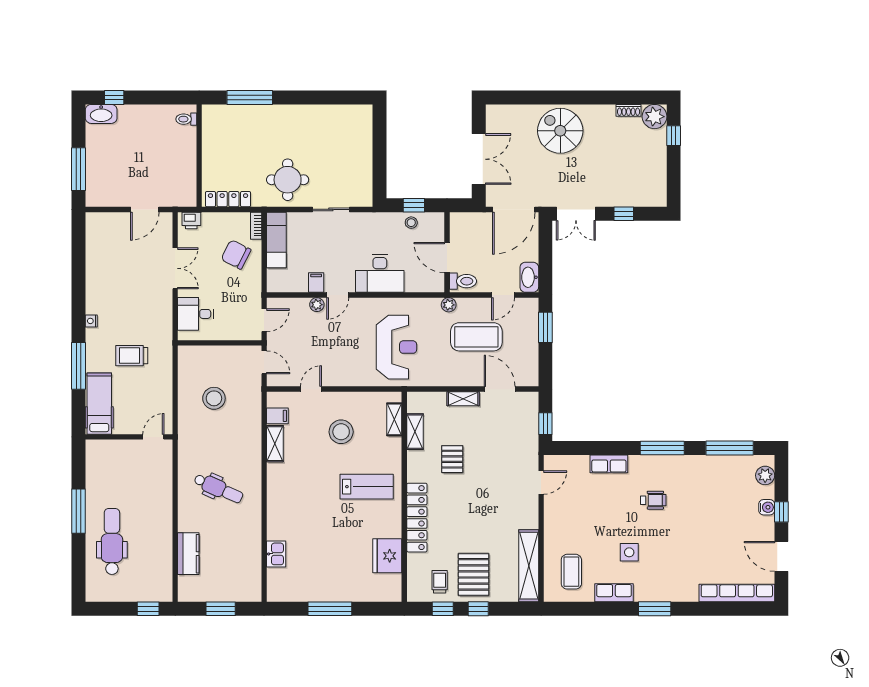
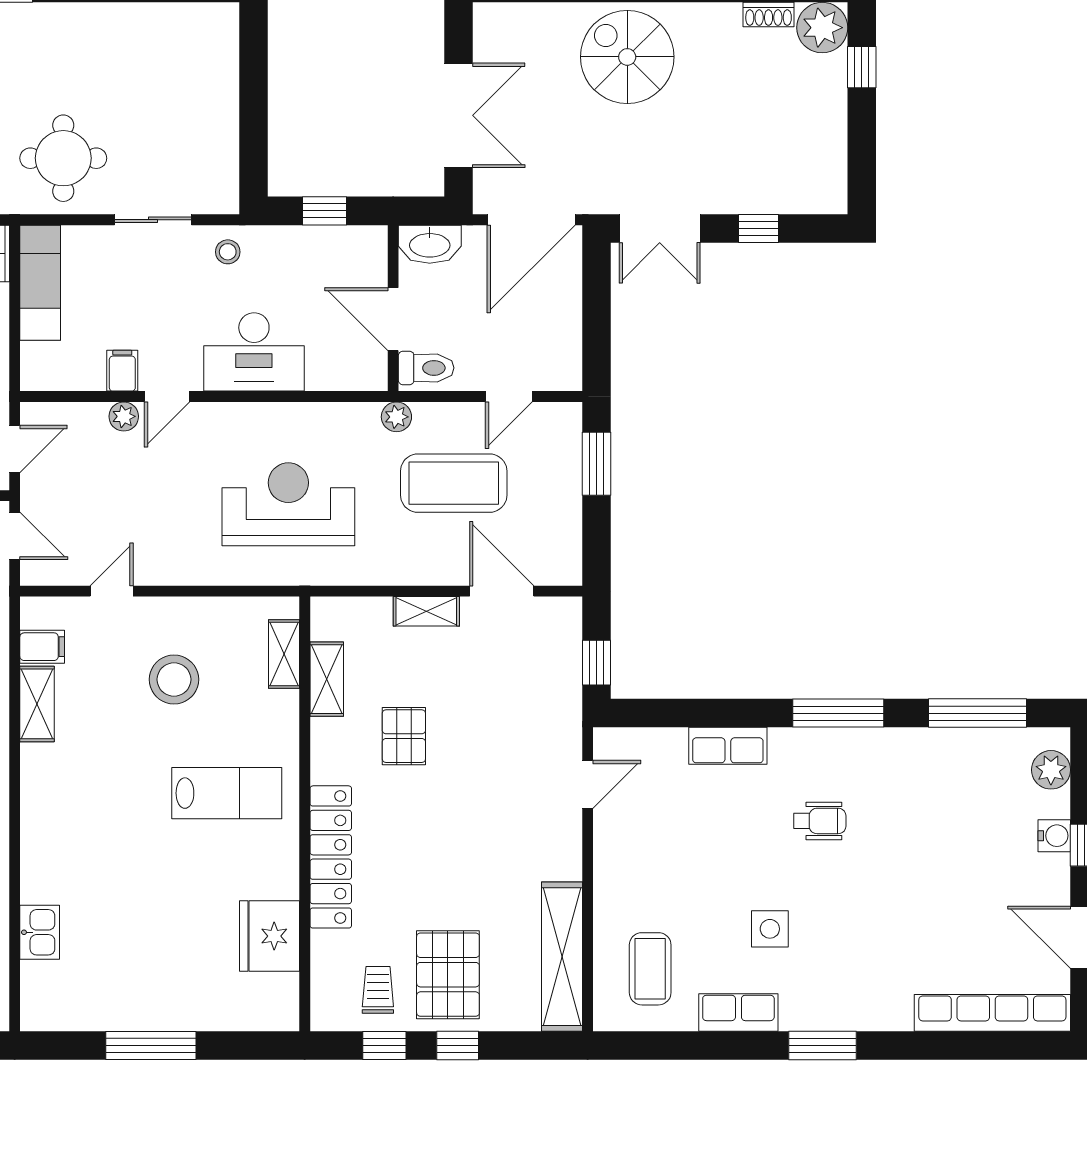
stool: (411, 223) -> (228, 252), moved
washbasin: (529, 277) -> (430, 244), moved, turned -90
reception desk: (396, 347) -> (288, 504), turned -90

